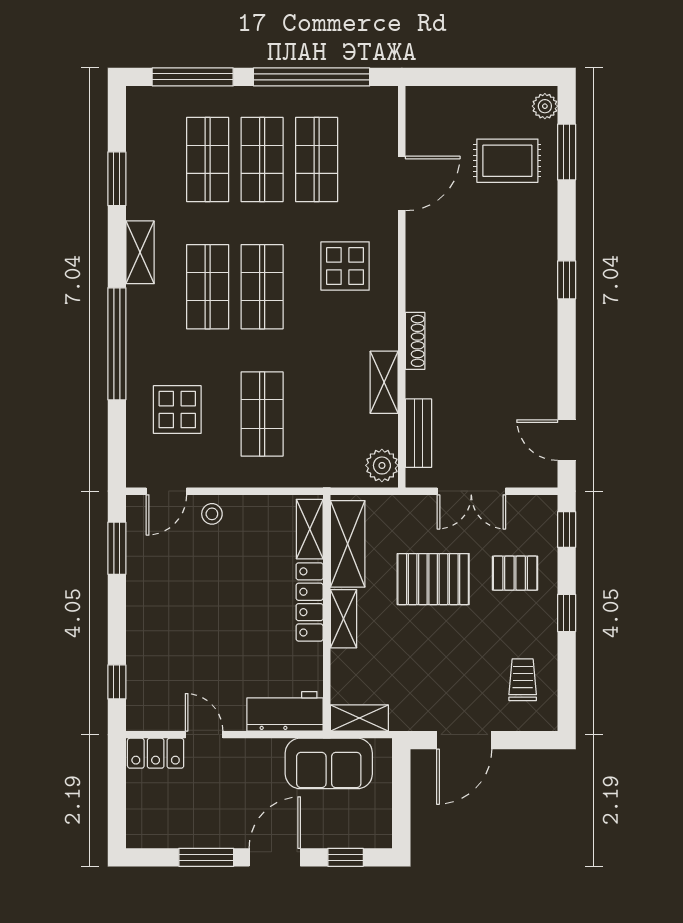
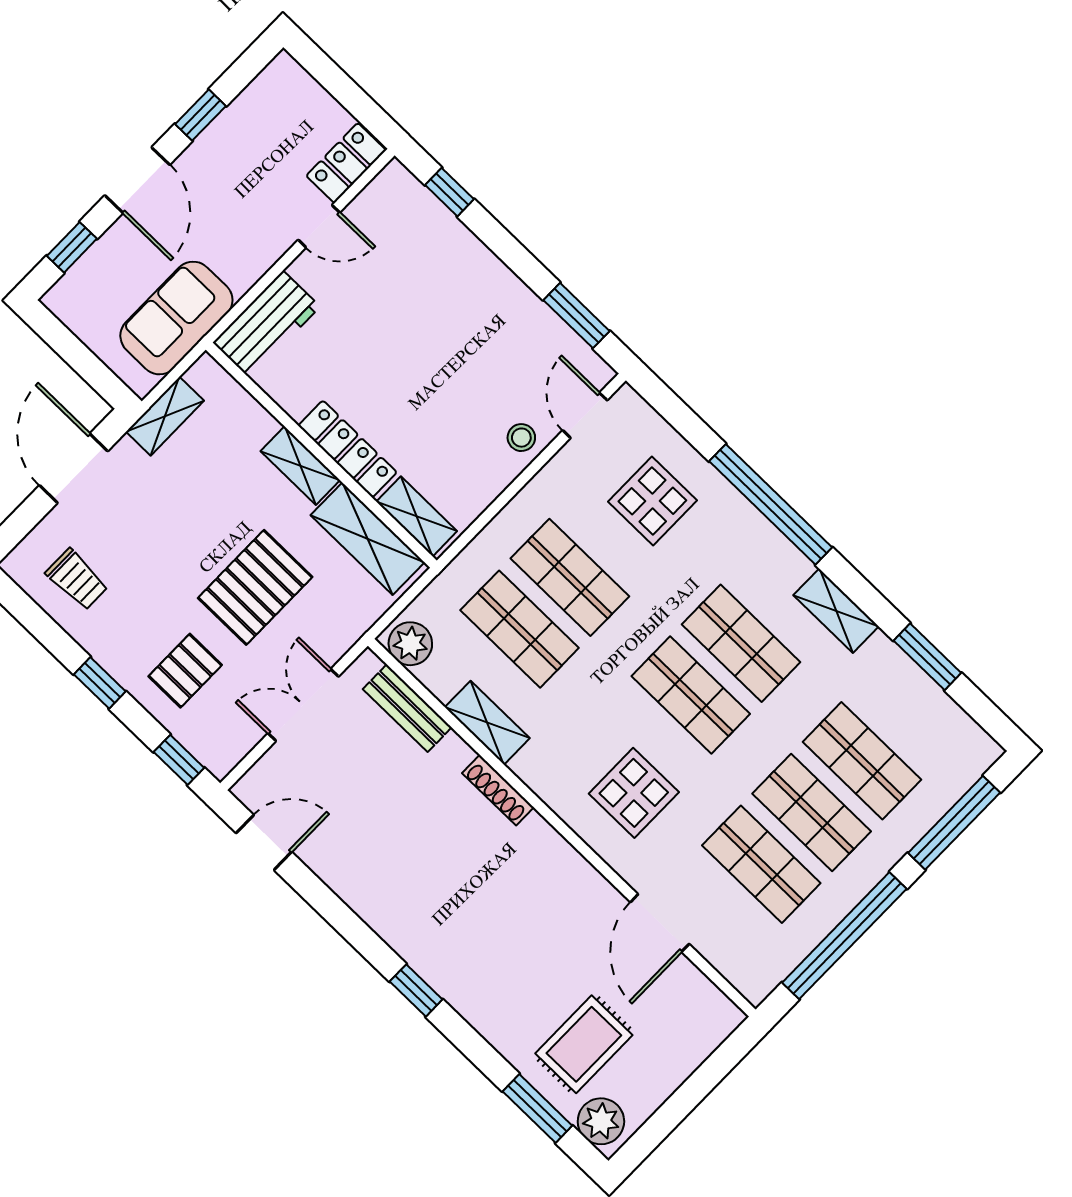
plant: (545, 106) -> (601, 1121), width x1.38, depth x1.38
shop shelf: (317, 414) -> (520, 629), added
shelving: (359, 718) -> (165, 416), moved
window: (206, 857) -> (200, 115), width x0.67

